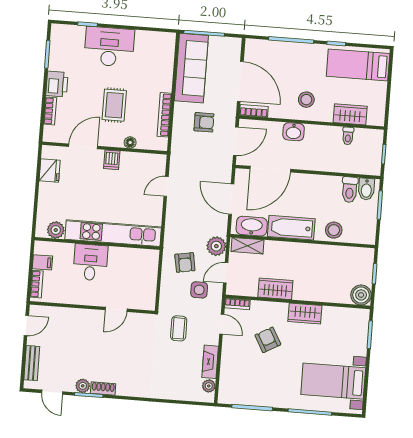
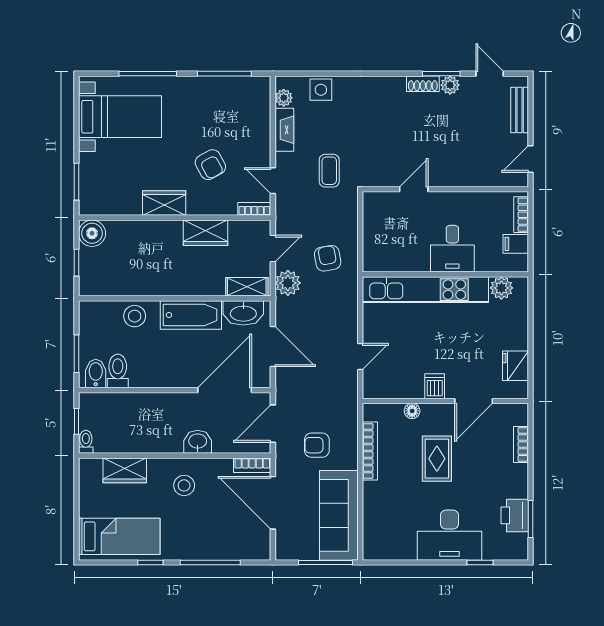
printer: (57, 84) -> (515, 515), moved
toilet: (348, 136) -> (86, 442), moved
side table: (199, 290) -> (321, 90), moved

